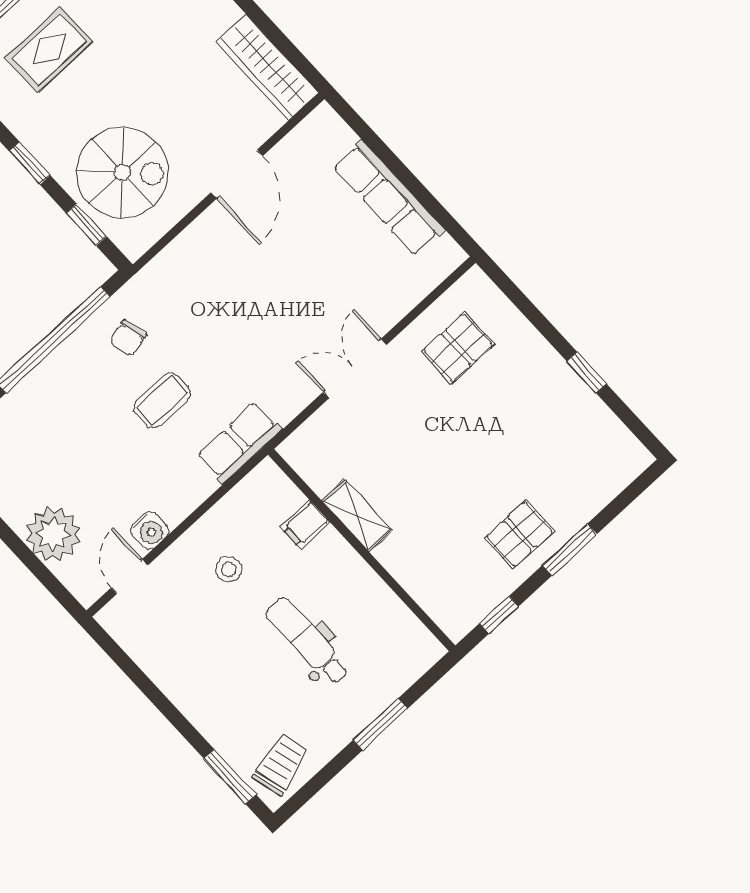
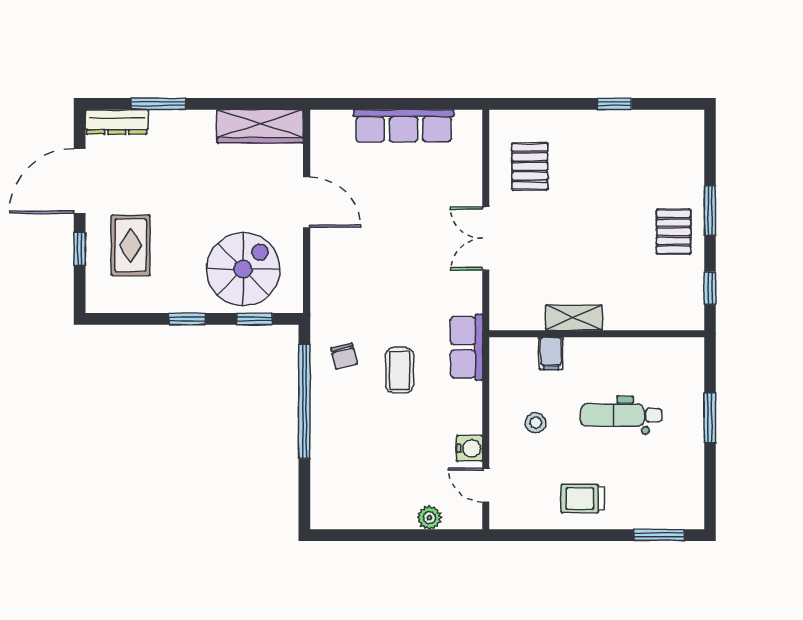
plant: (53, 534) -> (429, 518), width x0.53, depth x0.53
trolley: (281, 764) -> (583, 499), moved, turned -75

